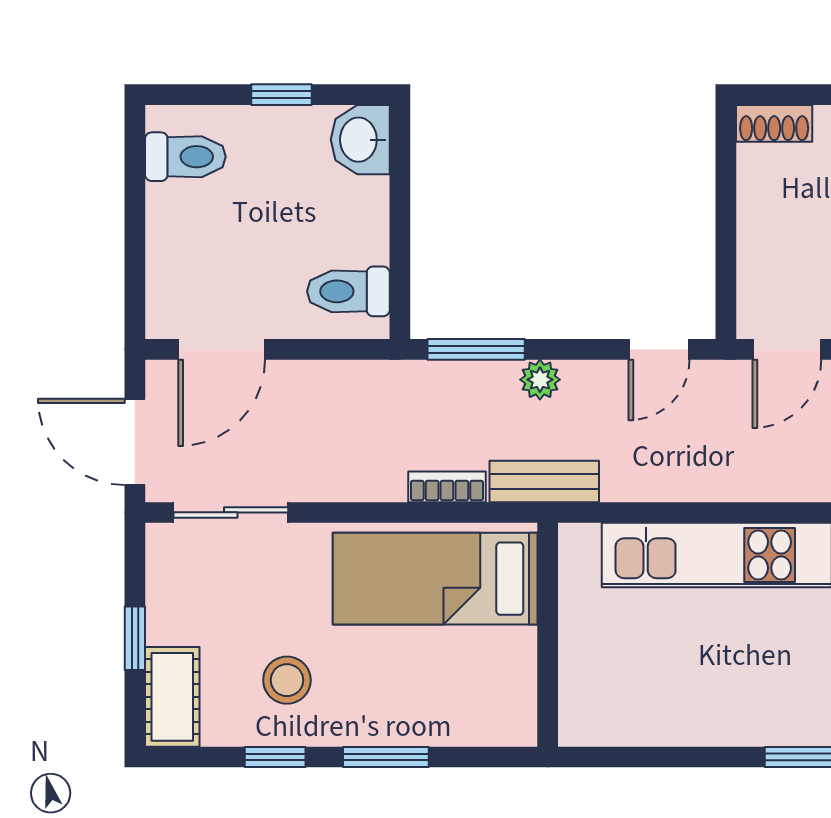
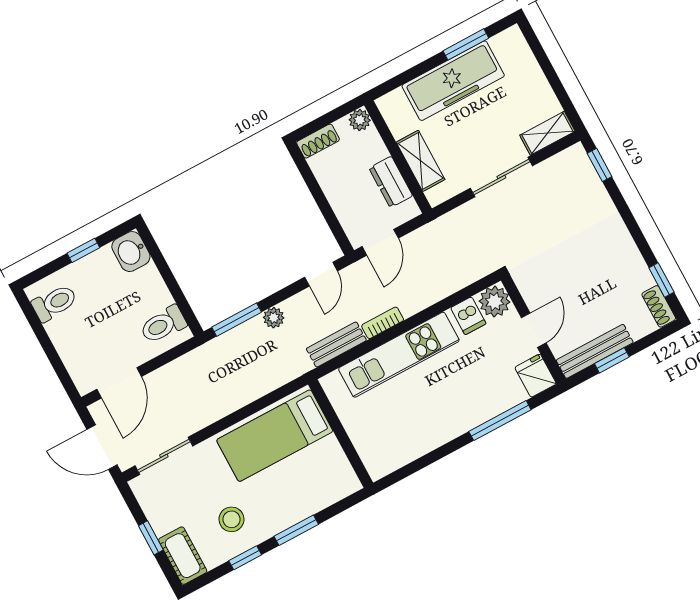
bench: (544, 481) -> (336, 345), moved
bookcase: (447, 487) -> (383, 323), moved

